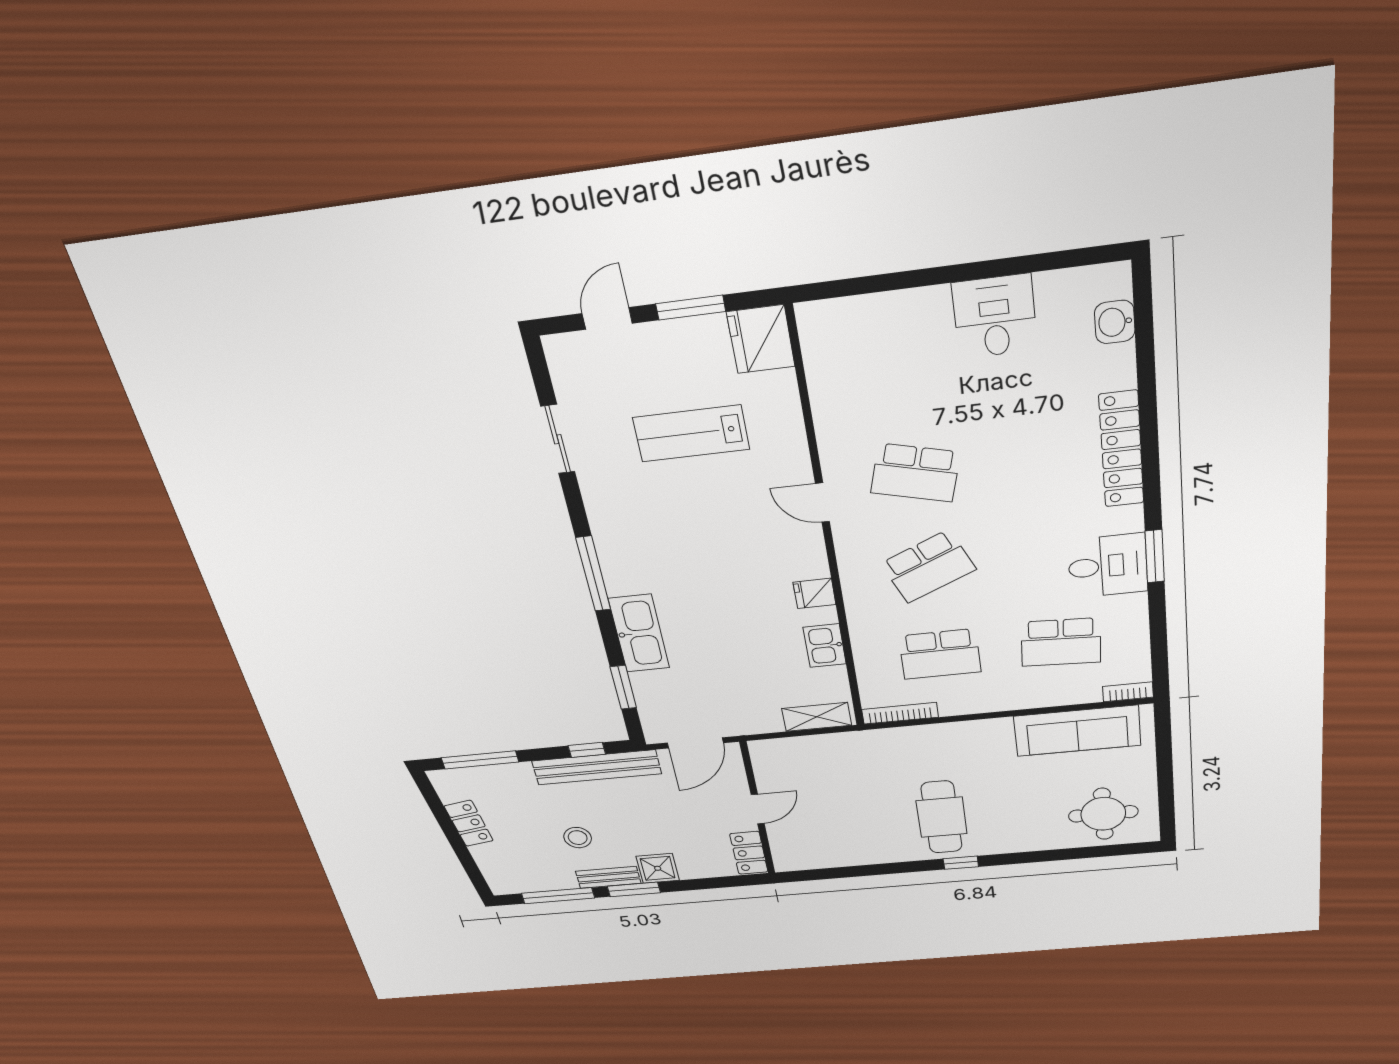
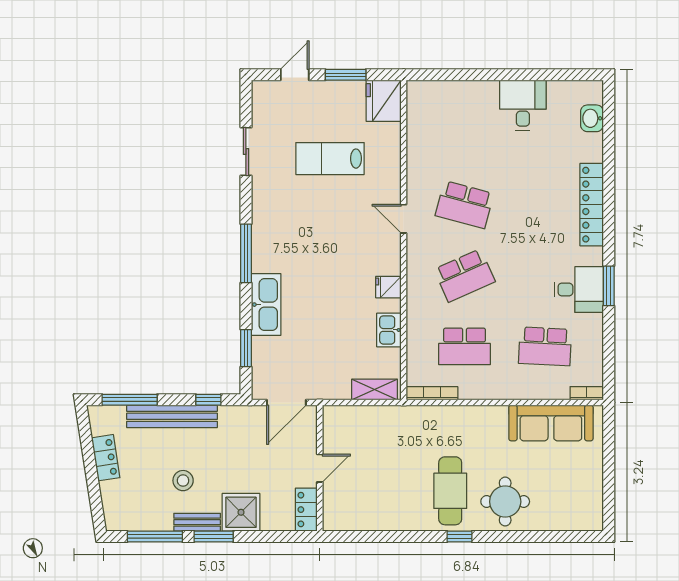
bench: (597, 767) -> (172, 416), moved
round table: (1103, 814) -> (505, 502), moved
shower: (658, 868) -> (241, 512), width x1.36, depth x1.36

